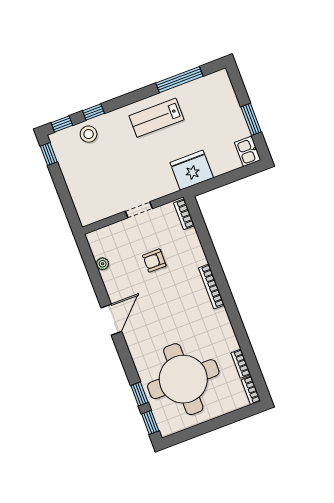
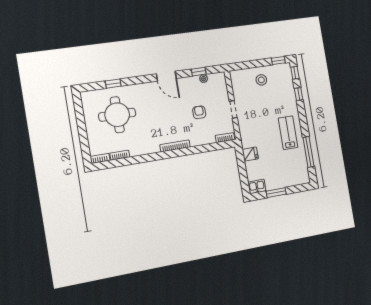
stool: (89, 134) -> (261, 80), moved
fridge: (192, 170) -> (250, 154), width x0.53, depth x0.75
round table: (183, 379) -> (117, 115), width x0.73, depth x0.73
window: (150, 422) -> (199, 72), moved

